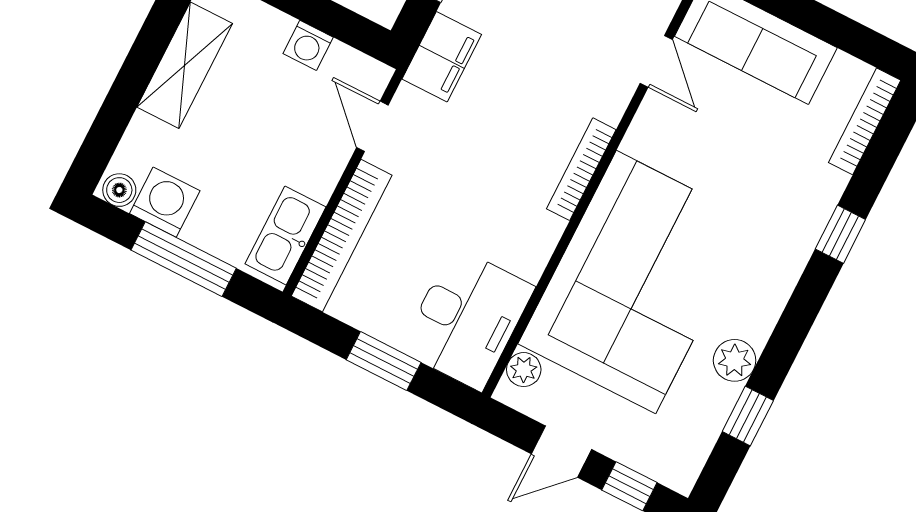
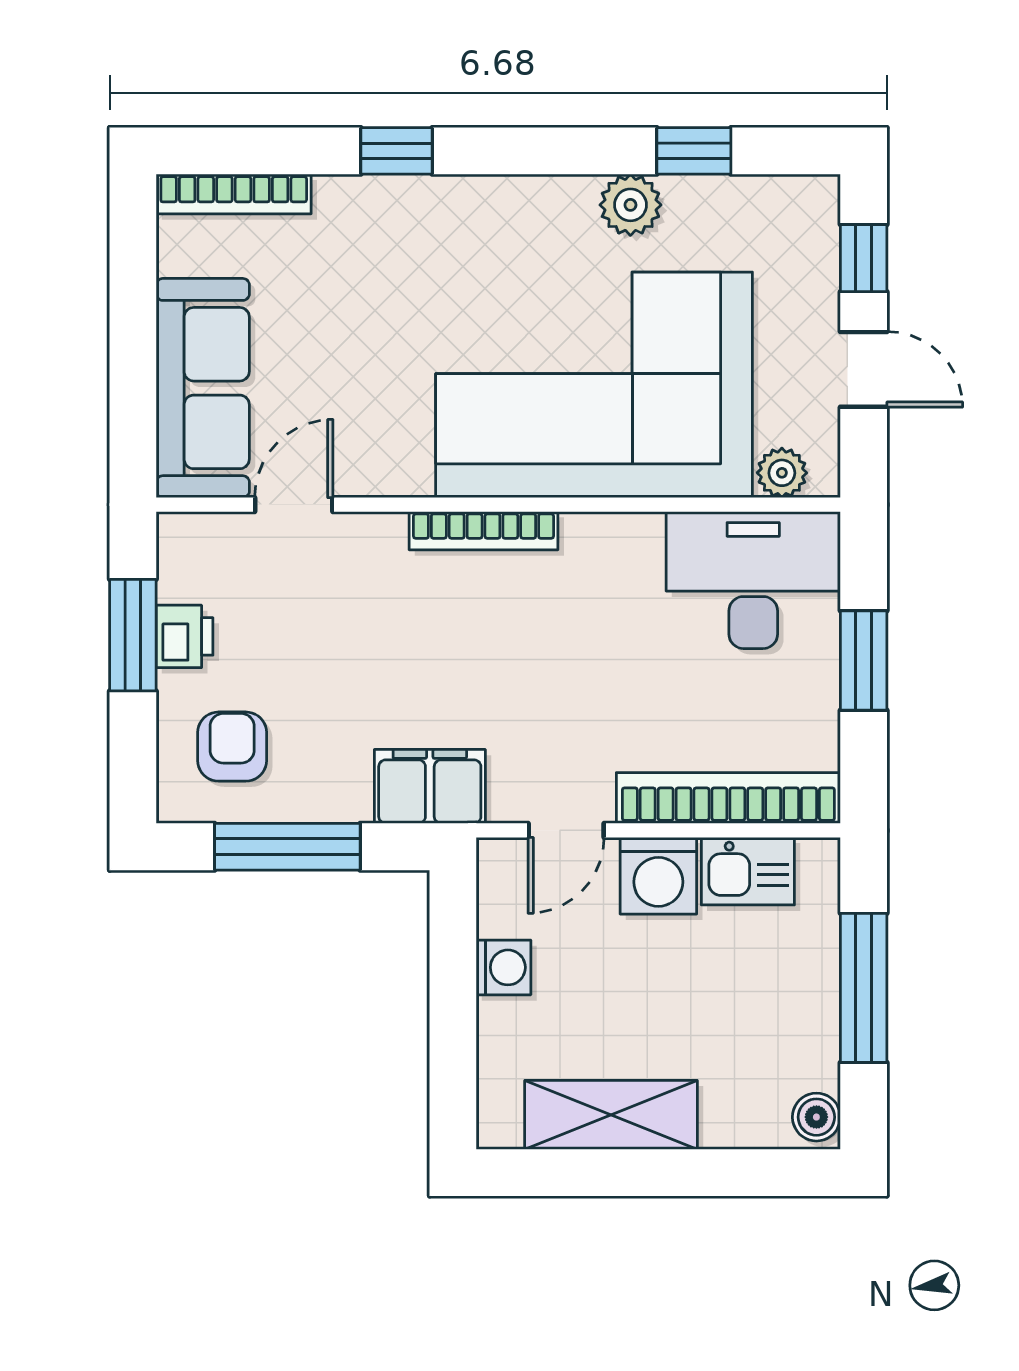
washing machine: (165, 202) -> (658, 876), moved, turned -90
kitchen sink: (285, 235) -> (748, 871), width x0.73

